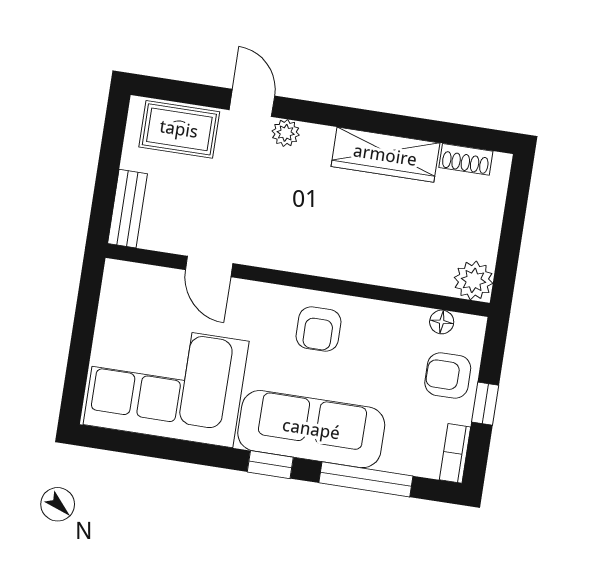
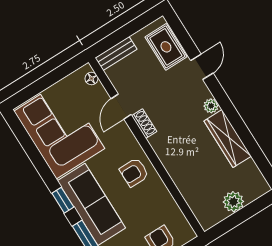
plant: (286, 133) -> (211, 106), moved
shoe rack: (466, 159) -> (144, 124), moved, turned 180
plant: (473, 280) -> (233, 202), moved
floor lamp: (442, 322) -> (91, 79), moved

